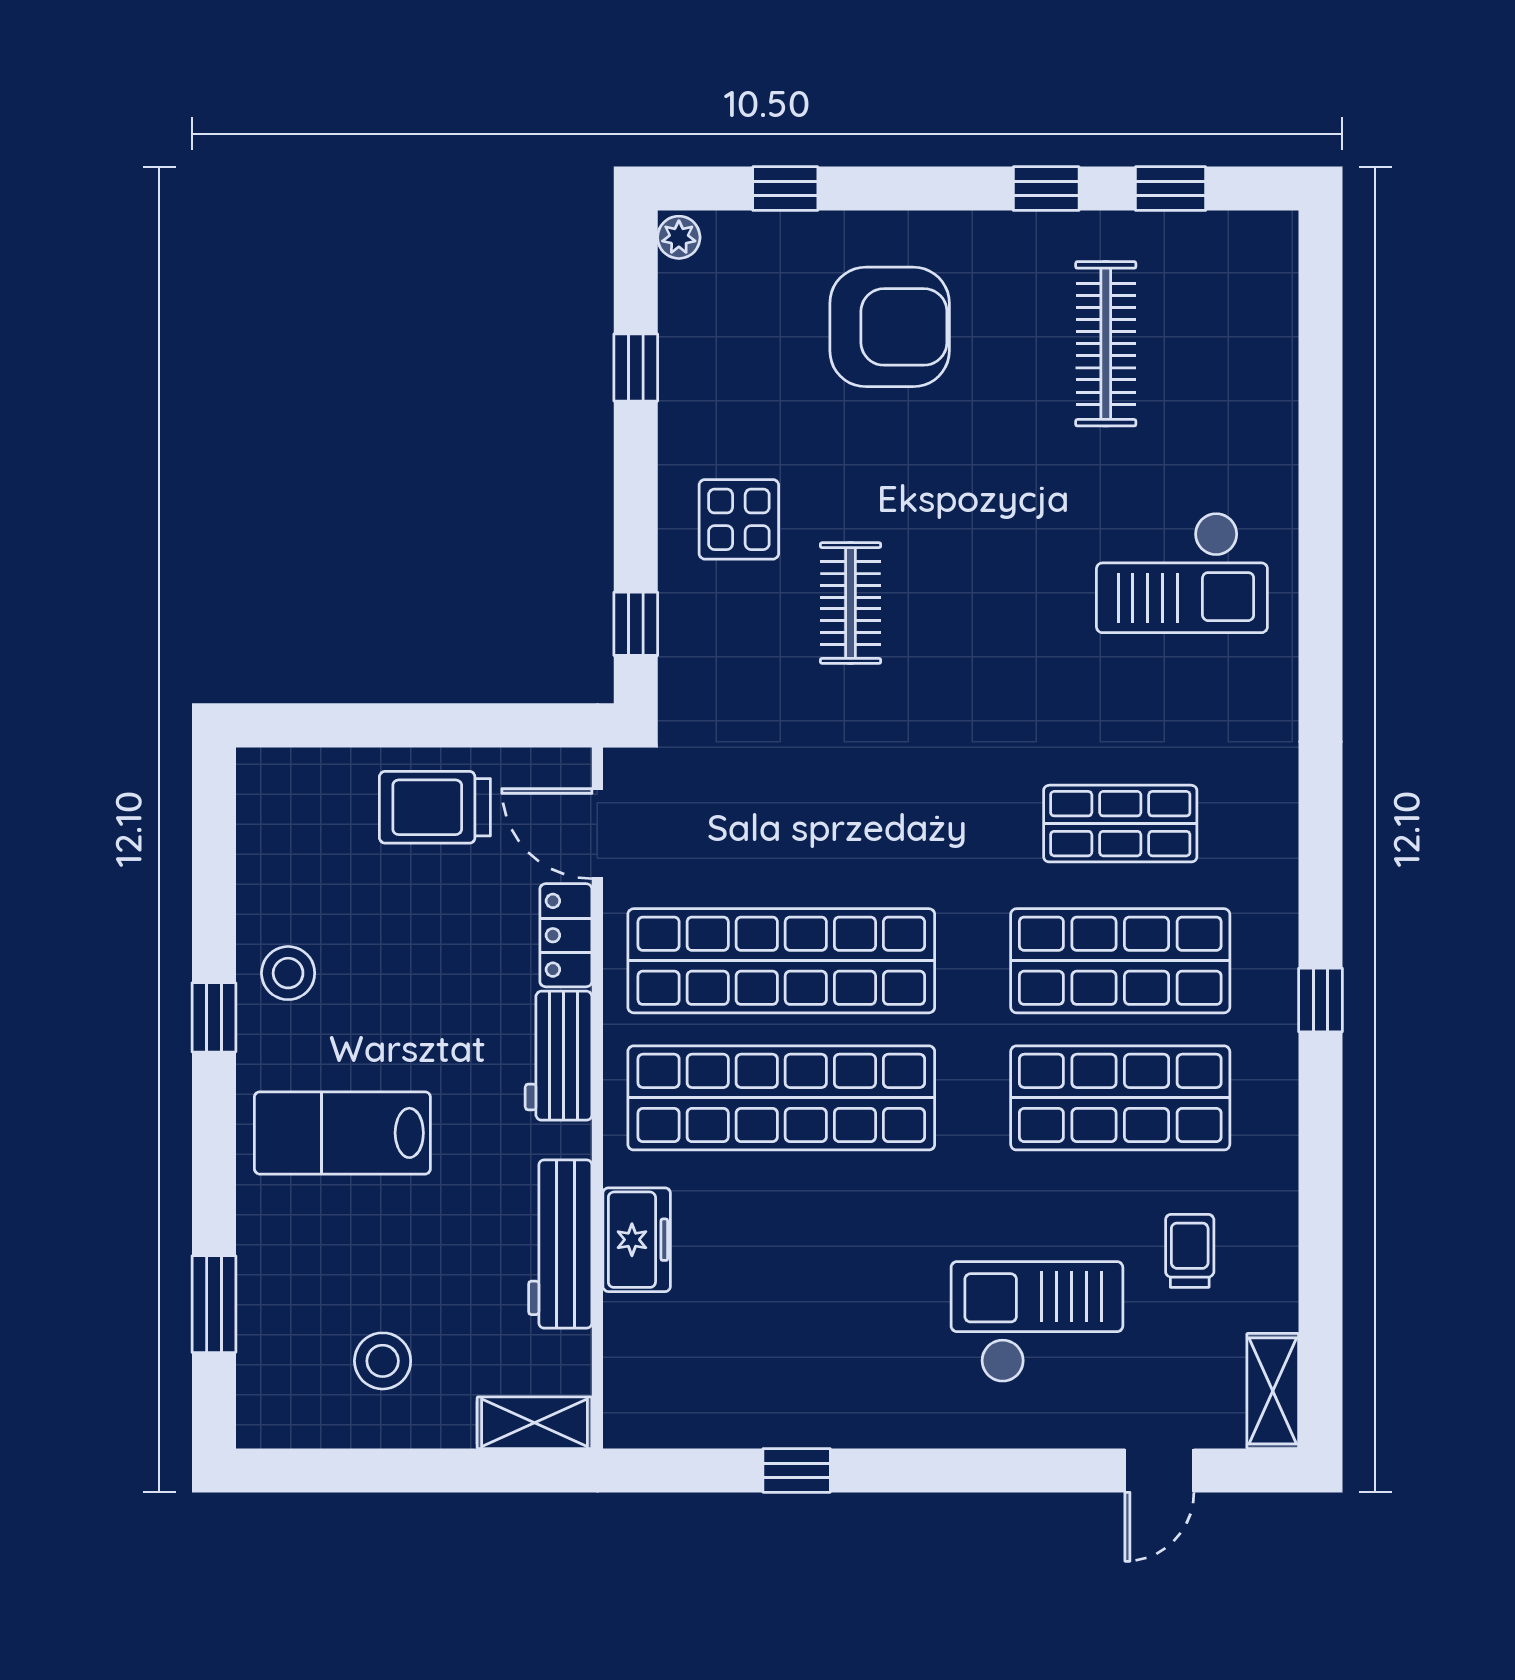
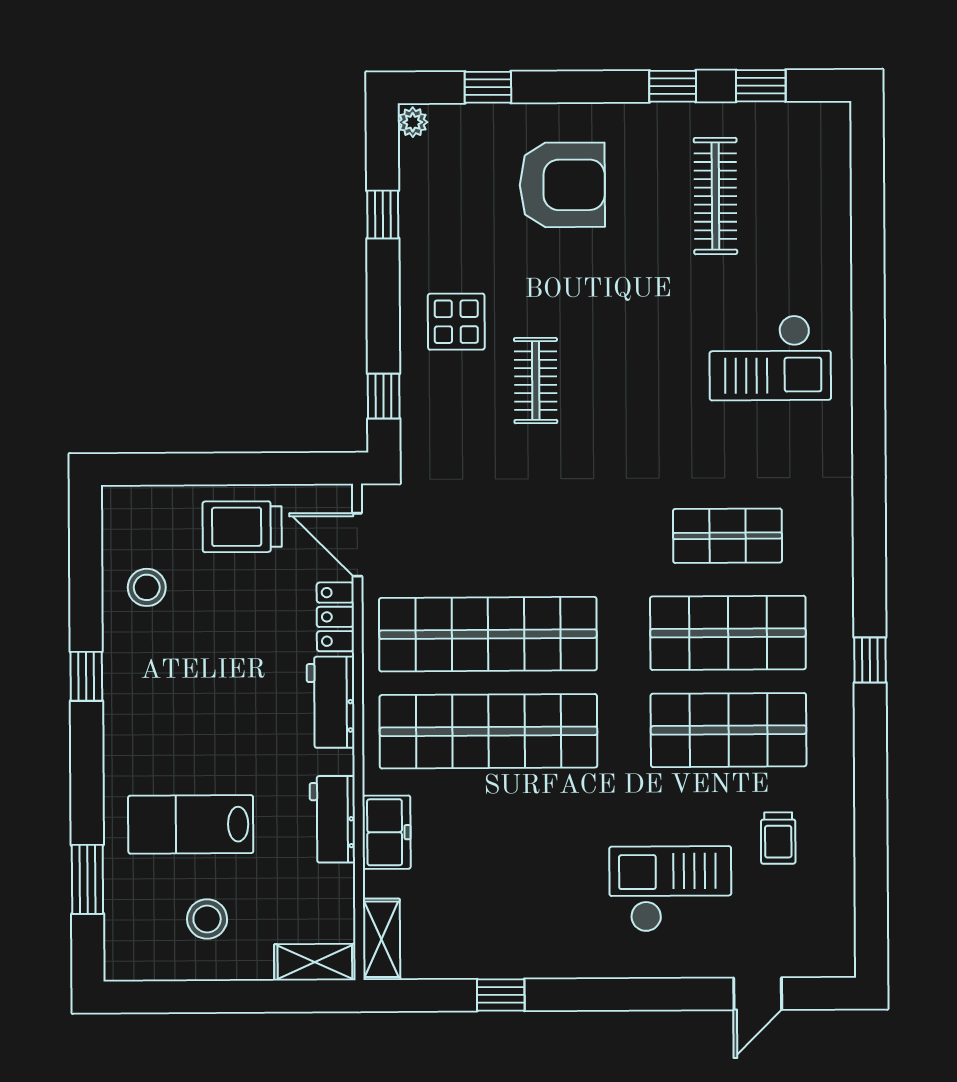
stool: (288, 973) -> (147, 587), moved
lab bench: (342, 1133) -> (191, 824), moved
workbench: (560, 1244) -> (332, 819), width x0.73
trolley: (1190, 1251) -> (778, 838), turned 180
shelving: (1273, 1391) -> (382, 939), moved

